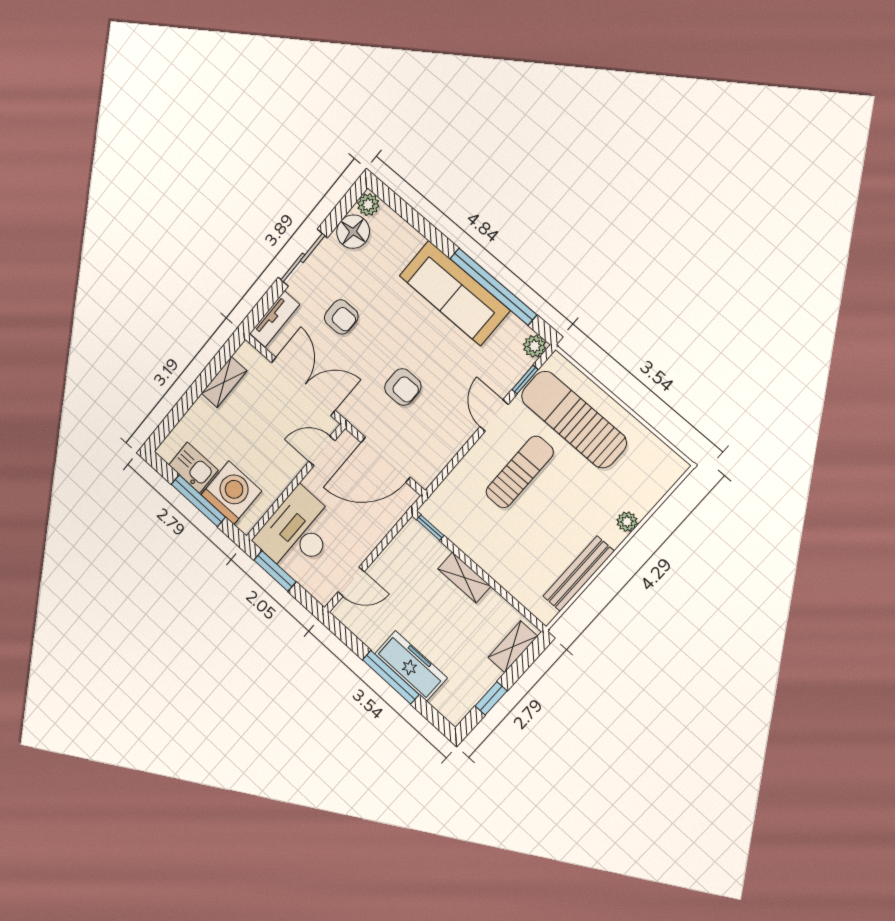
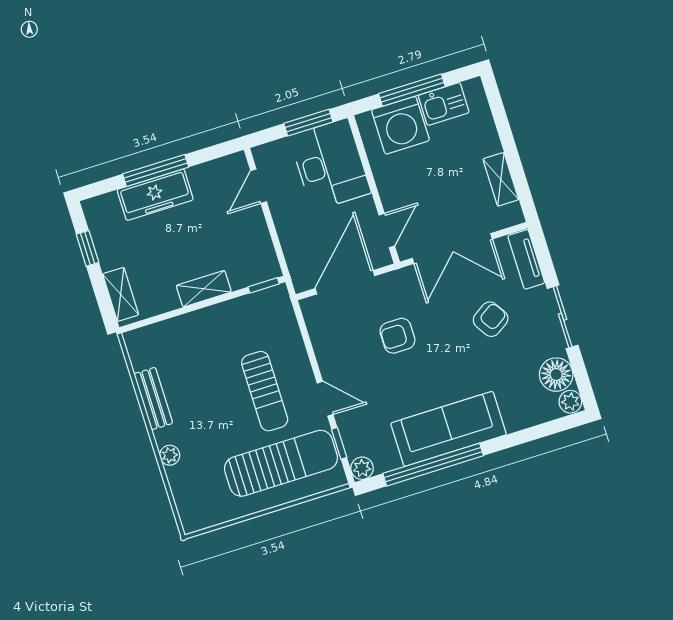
armchair: (341, 317) -> (491, 319), turned 147
bench: (579, 574) -> (153, 399), width x0.73

